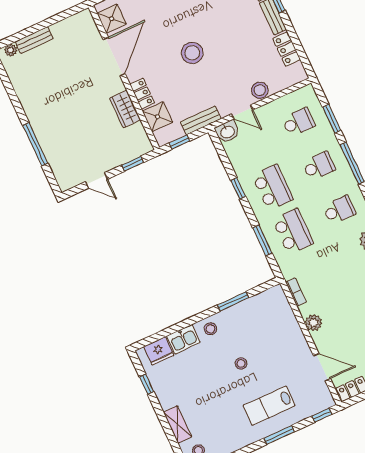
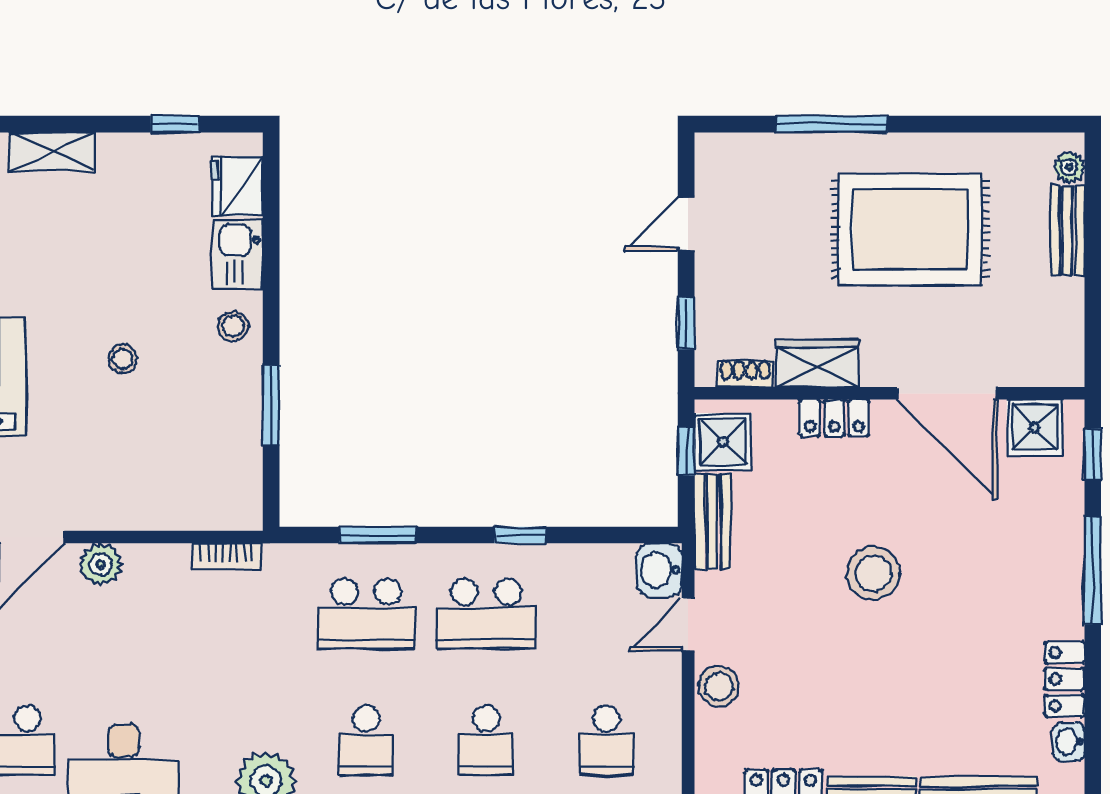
rug: (60, 98) -> (910, 229), added
shower: (158, 117) -> (723, 442), moved
shoe rack: (141, 134) -> (745, 374), added
plant: (314, 323) -> (101, 564), moved

